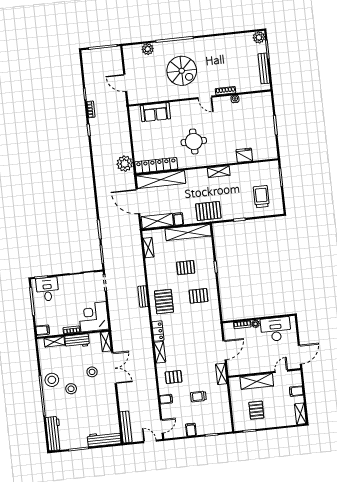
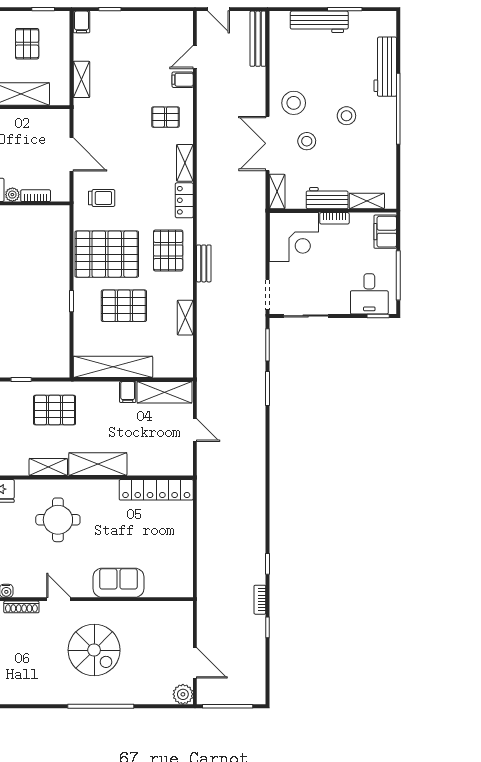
plant: (148, 49) -> (183, 694), moved
spiral stairs: (182, 71) -> (94, 650), turned 180
door: (125, 83) -> (195, 663), moved
sofa: (155, 112) -> (118, 583), moved
round table: (194, 141) -> (58, 520), moved
plant: (125, 164) -> (211, 499), removed
shelving: (161, 179) -> (98, 464), moved, width x0.68
door: (138, 201) -> (195, 430), width x0.53
pallet: (208, 211) -> (55, 410), moved
shelving: (148, 248) -> (185, 318), moved
pallet: (186, 268) -> (124, 306), width x1.50, depth x1.42
pallet: (198, 296) -> (107, 254), width x2.05, depth x2.00
filing cabinet: (43, 330) -> (385, 232), width x2.00
door: (225, 350) -> (71, 154), swing flipped
shelving: (221, 374) -> (82, 79), moved
stool: (52, 380) -> (294, 103), moved
trolley: (198, 396) -> (102, 198), moved
door: (162, 426) -> (195, 57), moved
filing cabinet: (191, 430) -> (82, 22), moved
workbench: (54, 434) -> (385, 67), moved
workbench: (104, 439) -> (319, 22), moved

